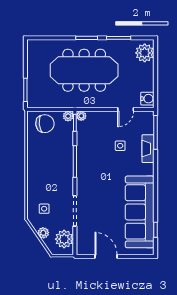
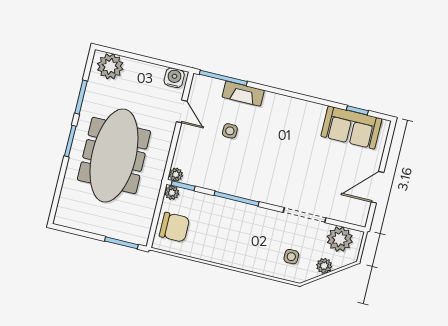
chair: (45, 124) -> (174, 227), turned 96
sofa: (140, 212) -> (351, 128), width x0.54, depth x0.79

